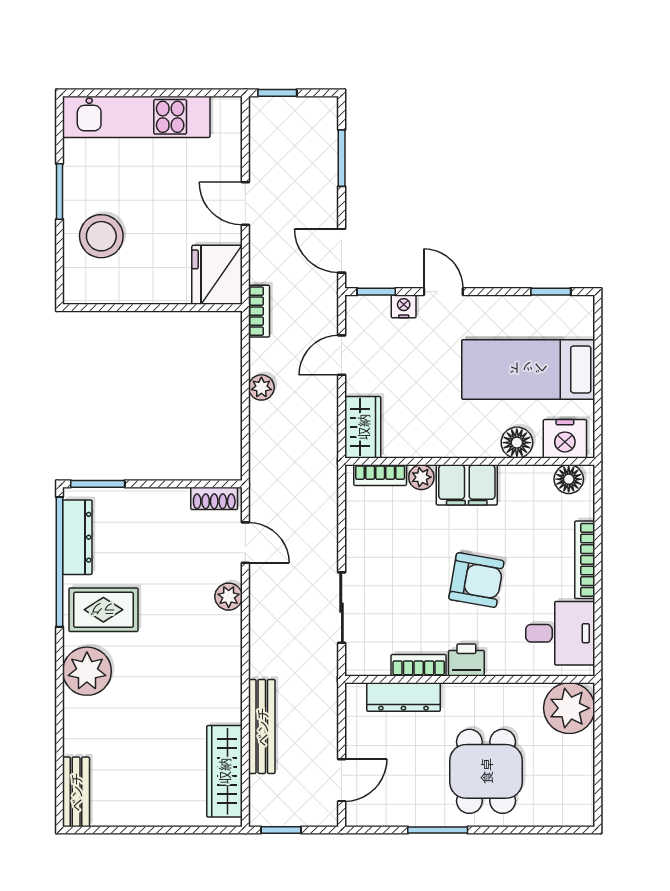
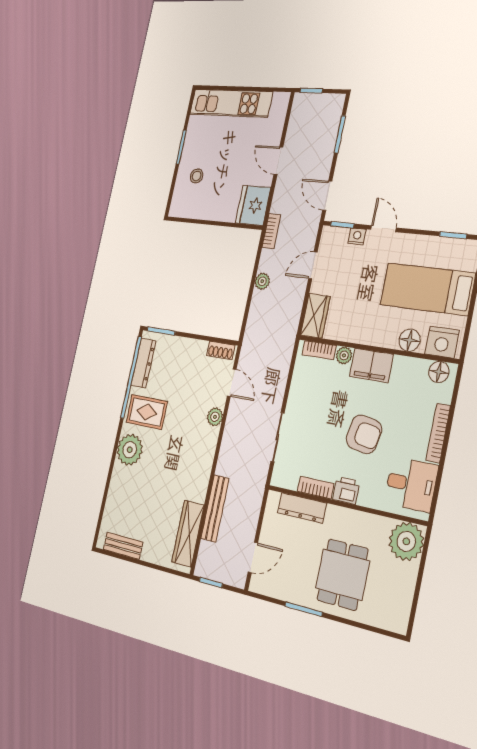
stool: (101, 236) -> (197, 176), width x0.53, depth x0.53
bench: (76, 792) -> (123, 546), moved, turned 90

